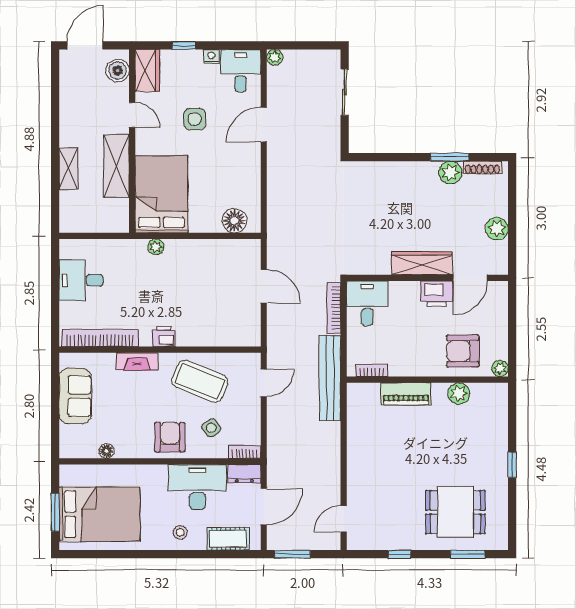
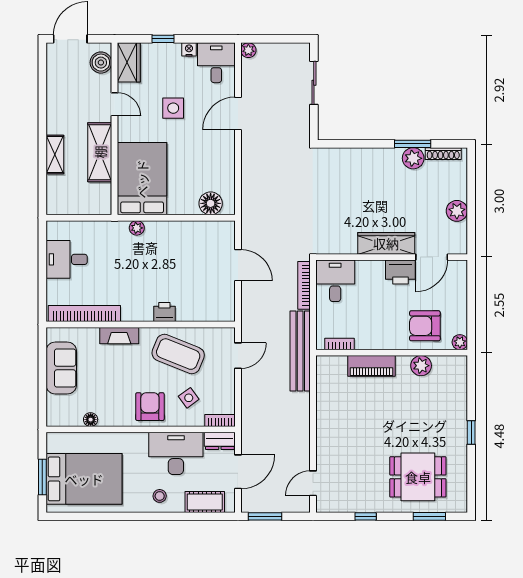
printer: (164, 336) -> (164, 312), moved

